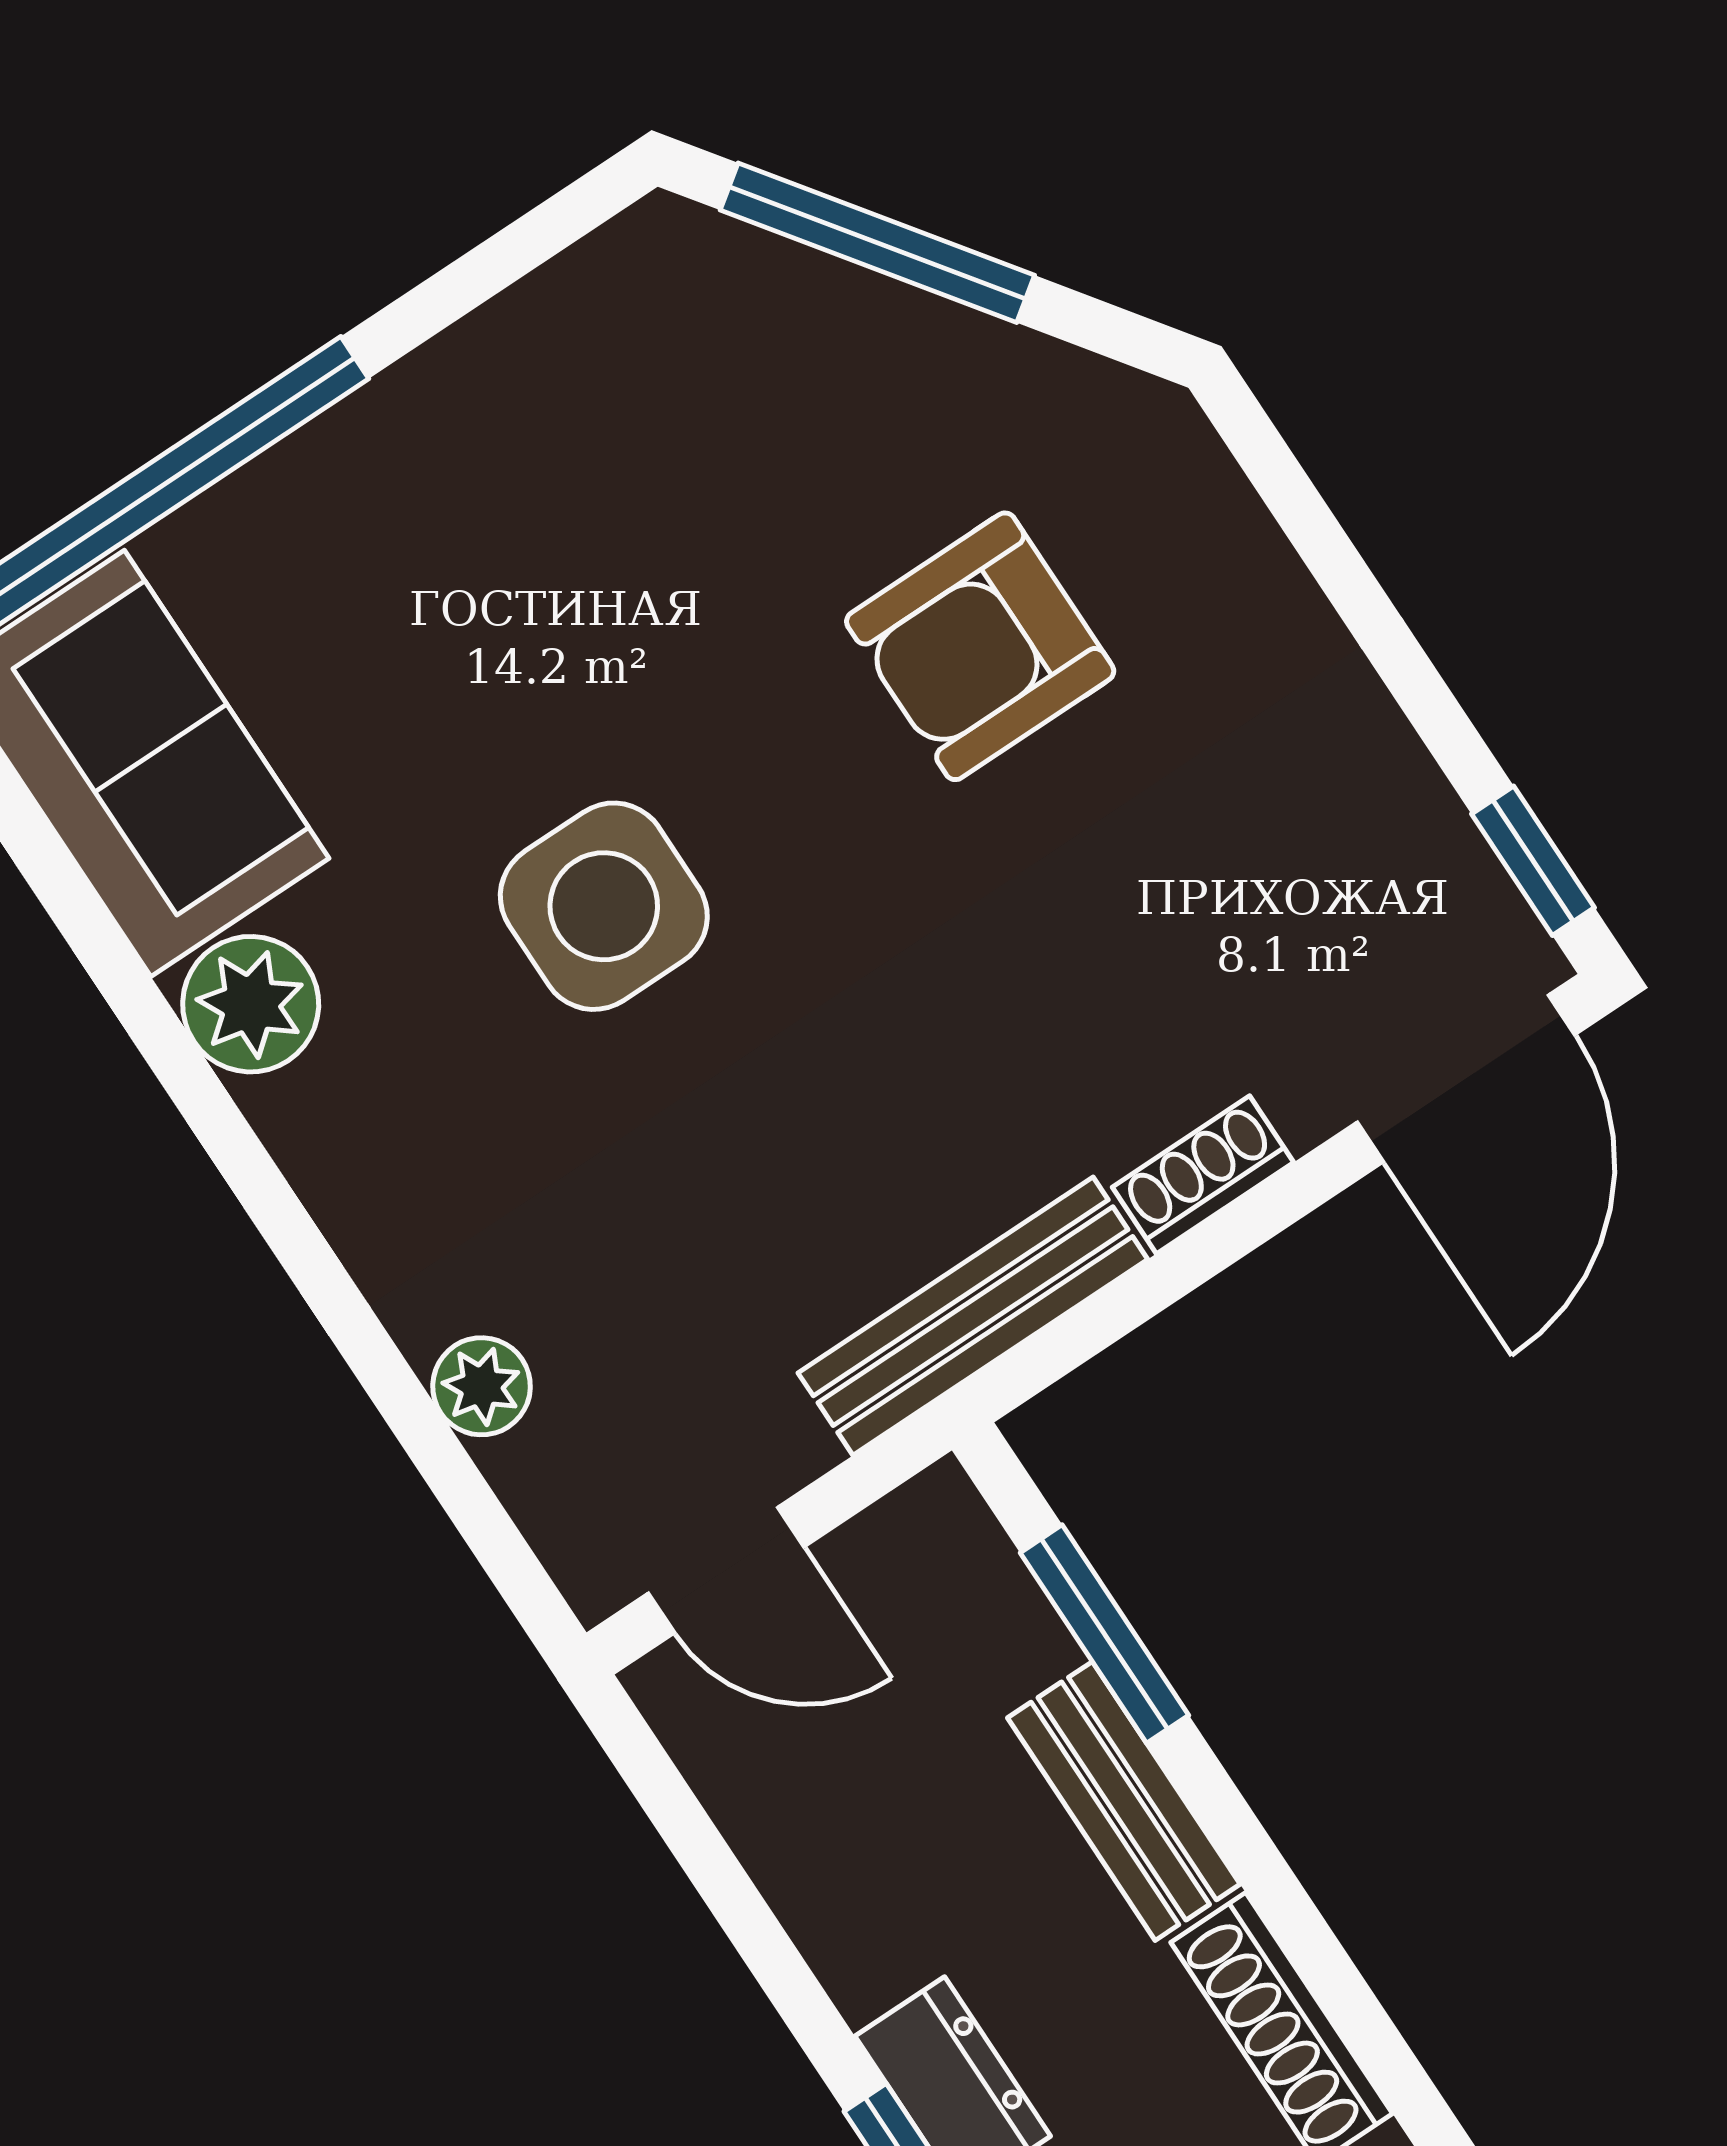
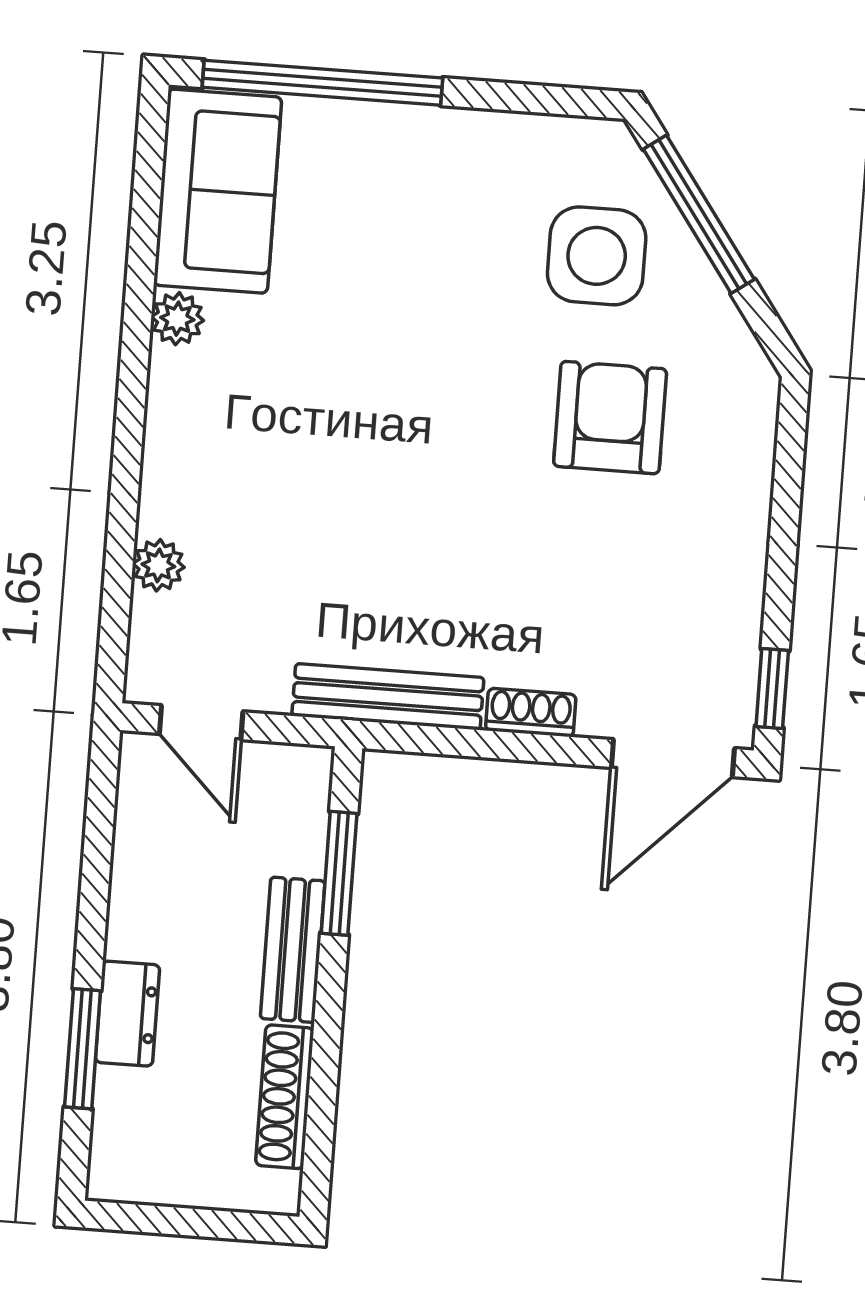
armchair: (980, 646) -> (610, 418), turned 90
side table: (604, 906) -> (597, 256), moved
plant: (251, 1004) -> (177, 319), width x0.73, depth x0.73

